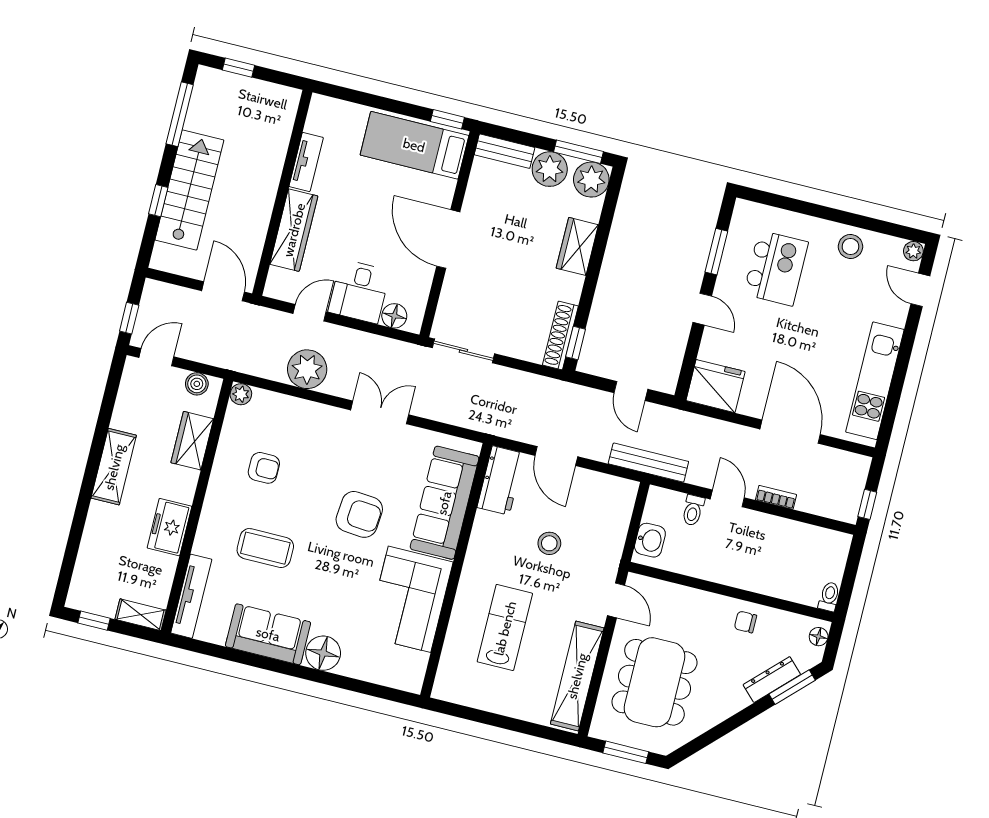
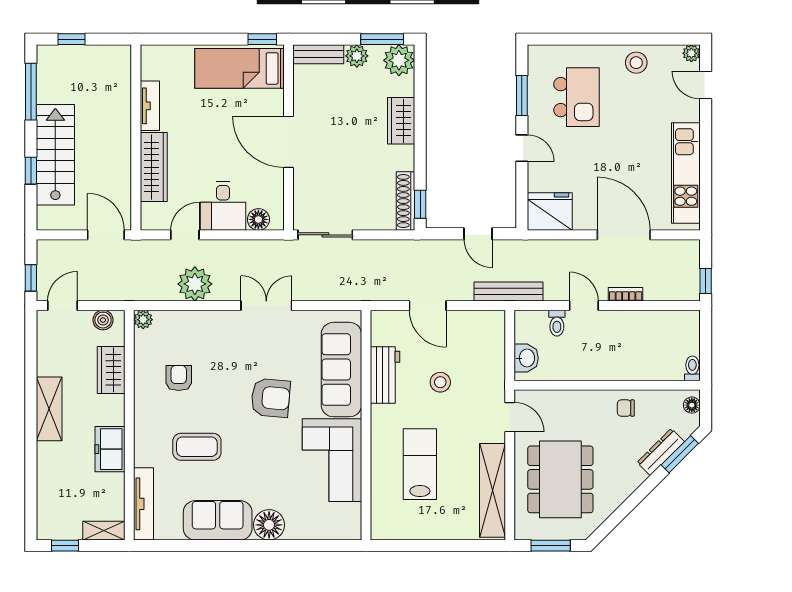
plant: (550, 169) -> (357, 56), width x0.73, depth x0.73
armchair: (264, 468) -> (179, 378), turned -90
workbench: (501, 480) -> (385, 375), moved

